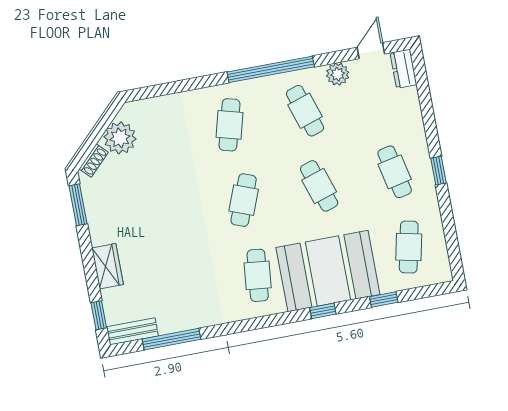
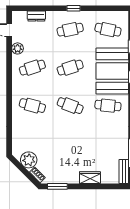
window: (271, 69) -> (9, 81), removed
dresser: (403, 69) -> (36, 16), moved
window: (99, 315) -> (113, 186), removed

